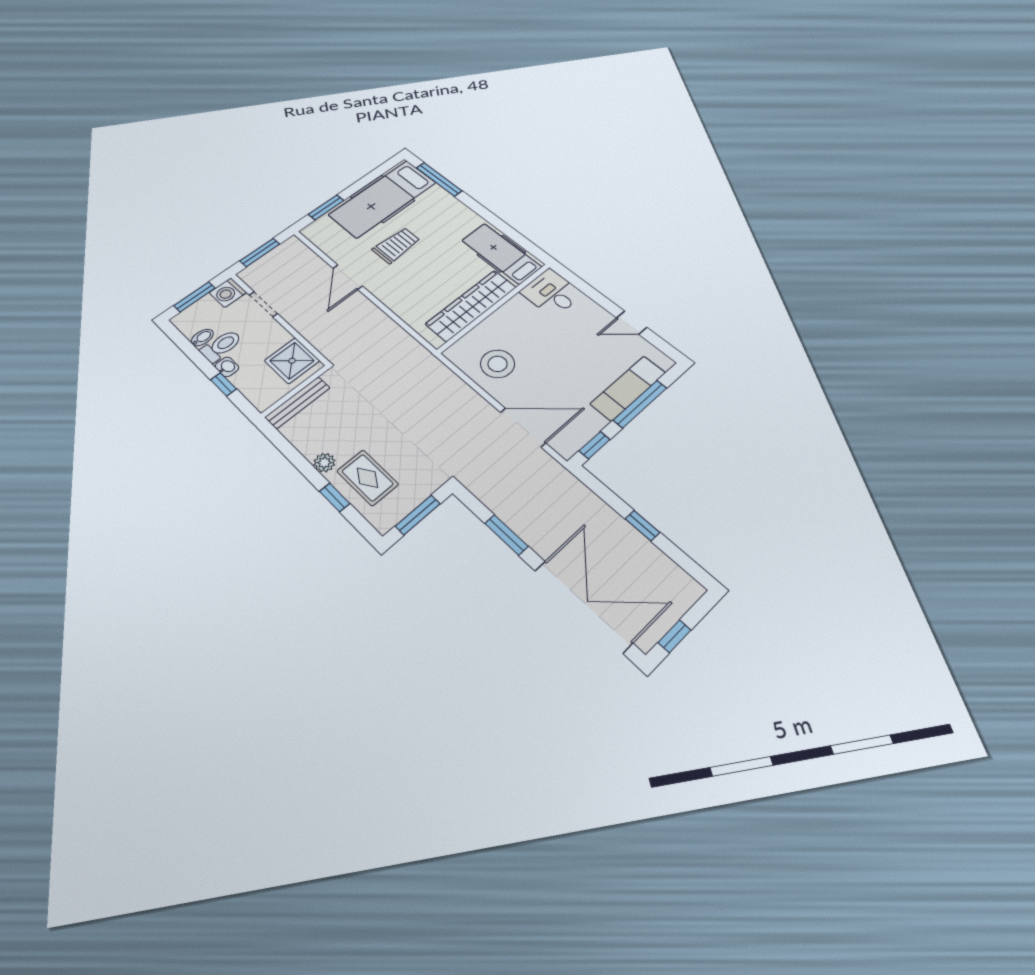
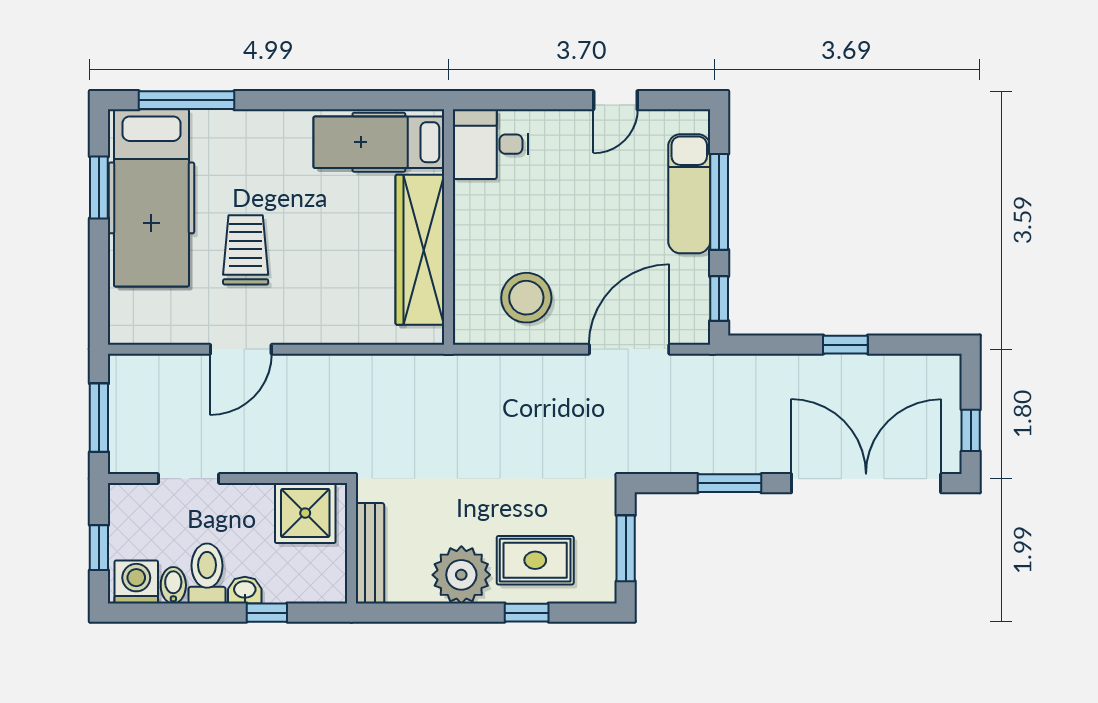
window: (326, 207) -> (99, 187), moved
door: (348, 277) -> (241, 349), hinge flipped
washing machine: (228, 293) -> (136, 582), moved, turned 180
window: (194, 297) -> (99, 548), width x0.67
plant: (324, 463) -> (461, 575), width x1.88, depth x1.88

